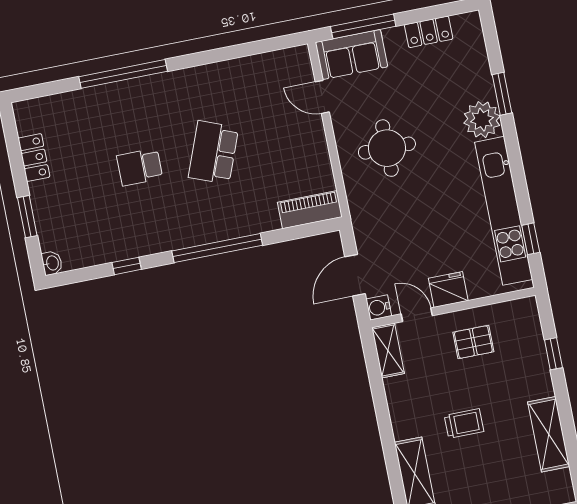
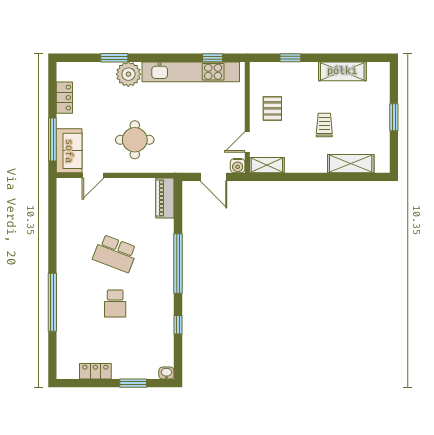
fridge: (448, 290) -> (235, 118), removed

